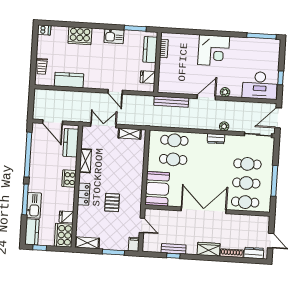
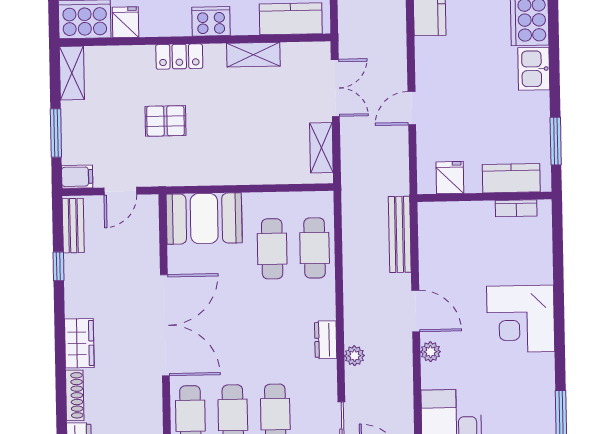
kitchen sink: (114, 36) -> (534, 69), moved
bench: (174, 249) -> (73, 226), moved

